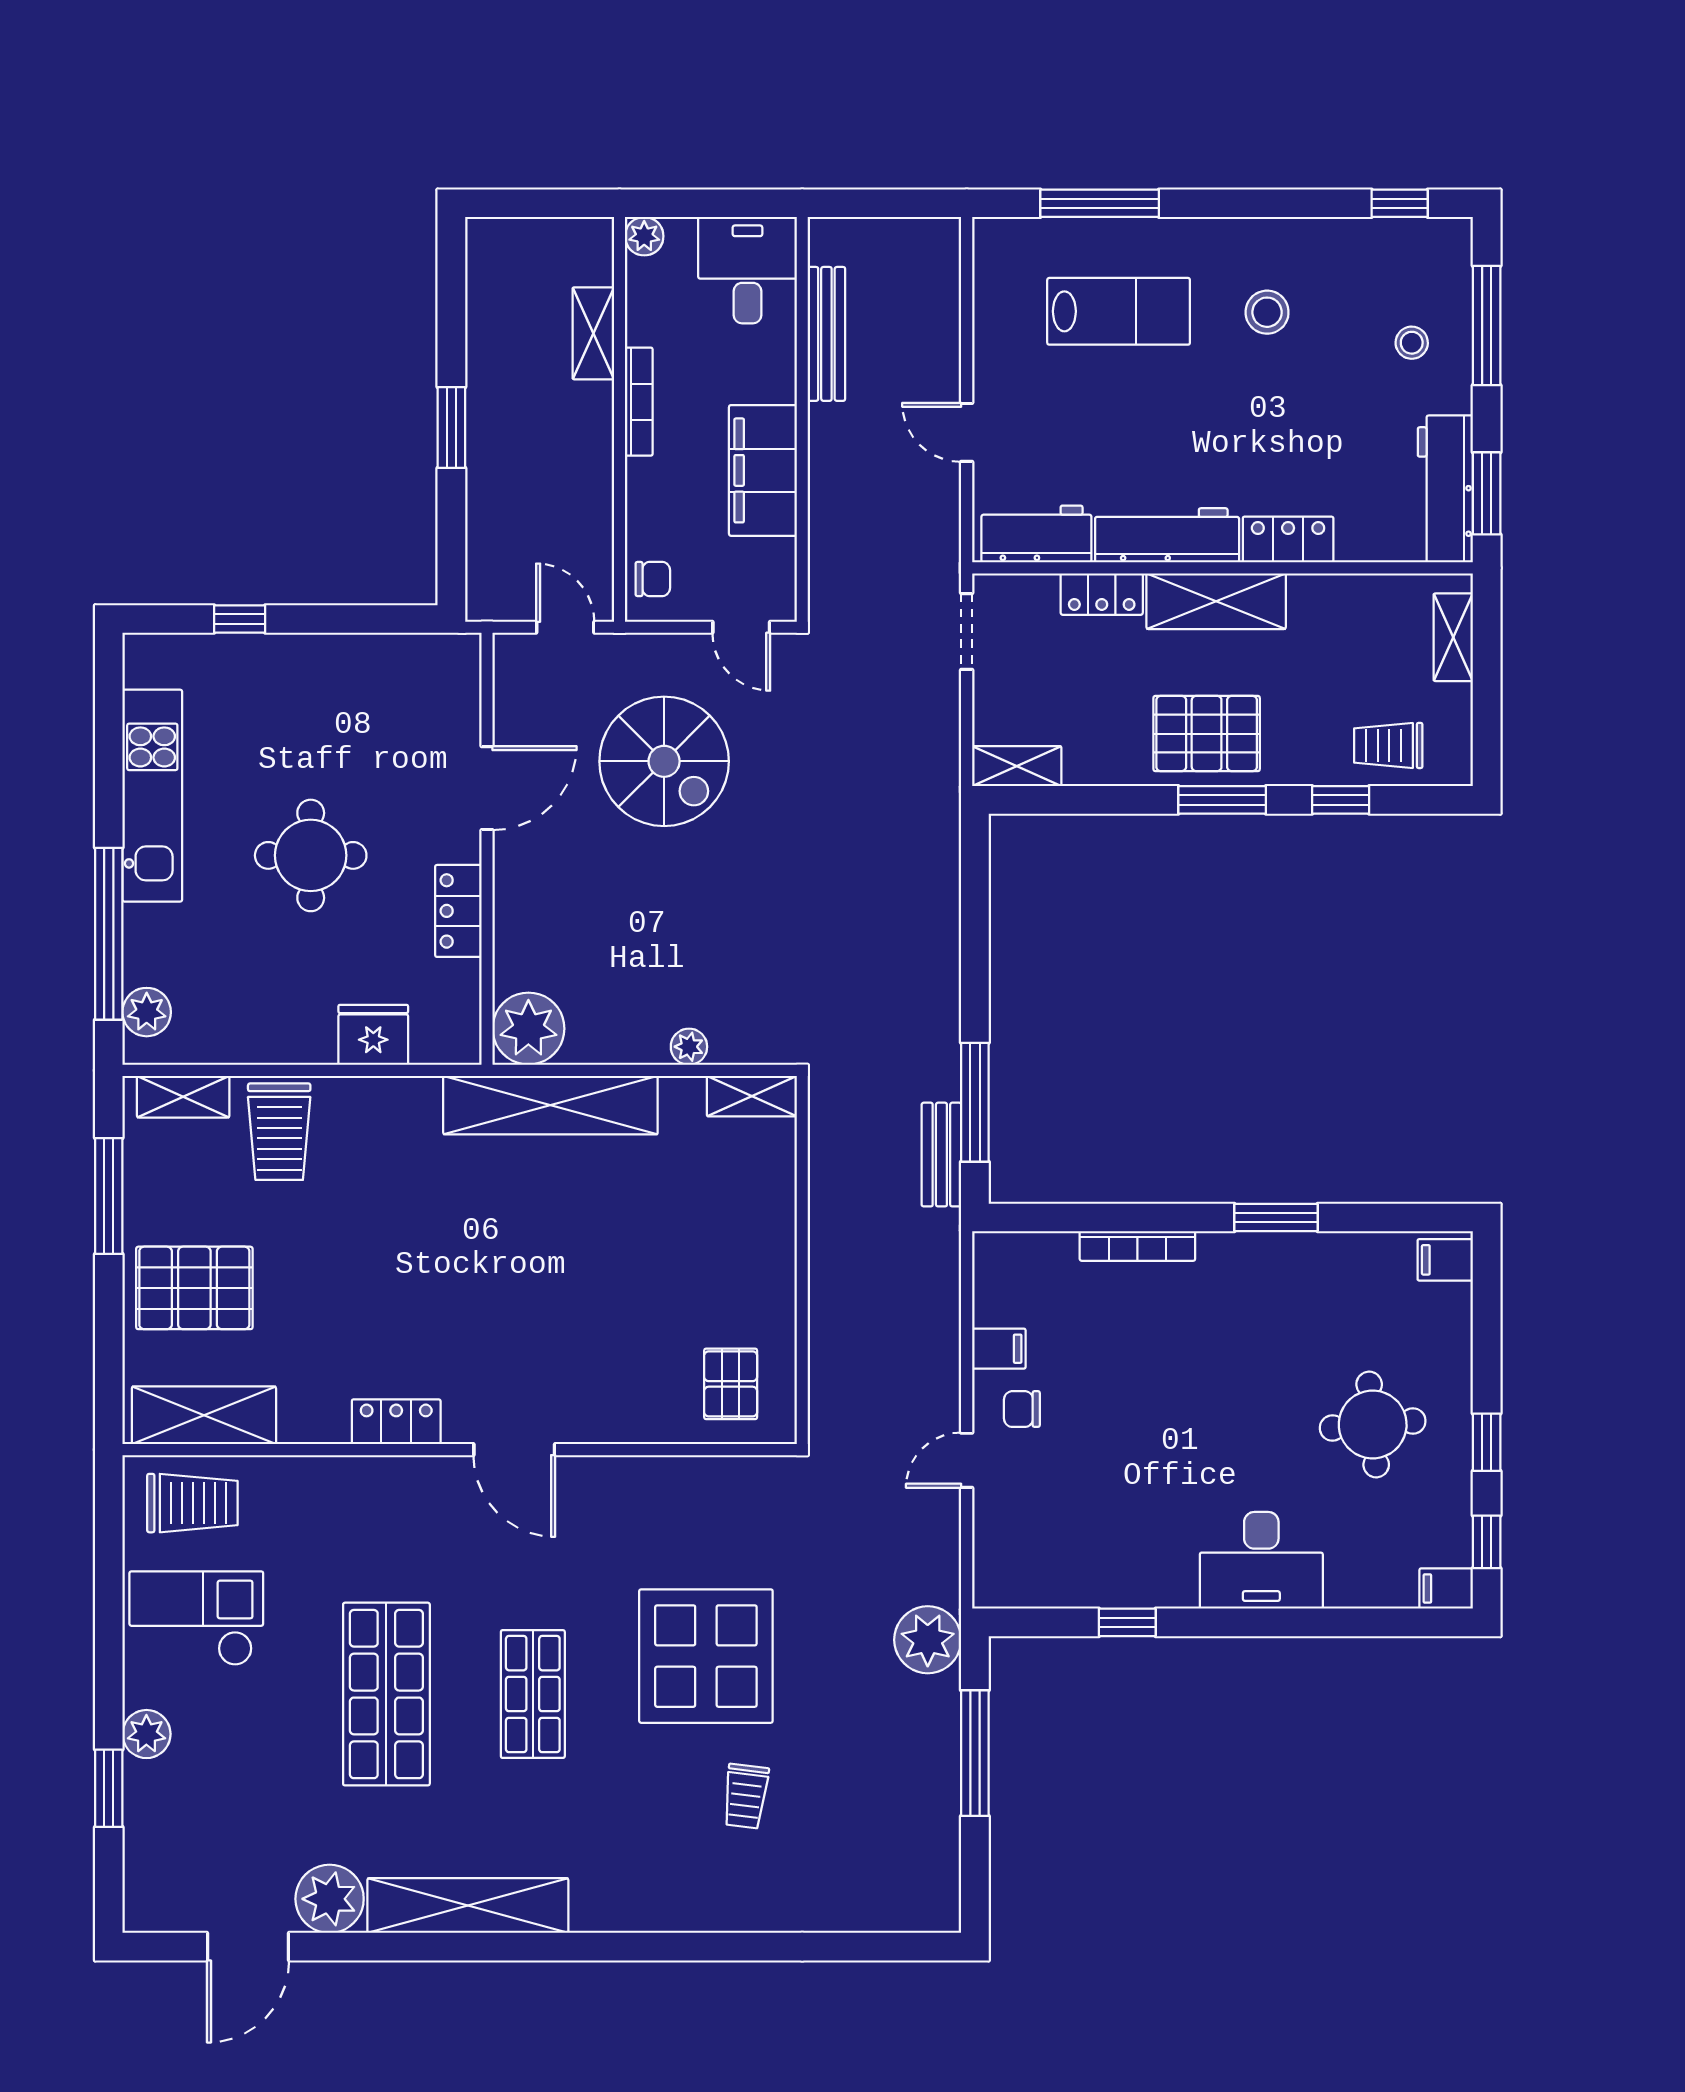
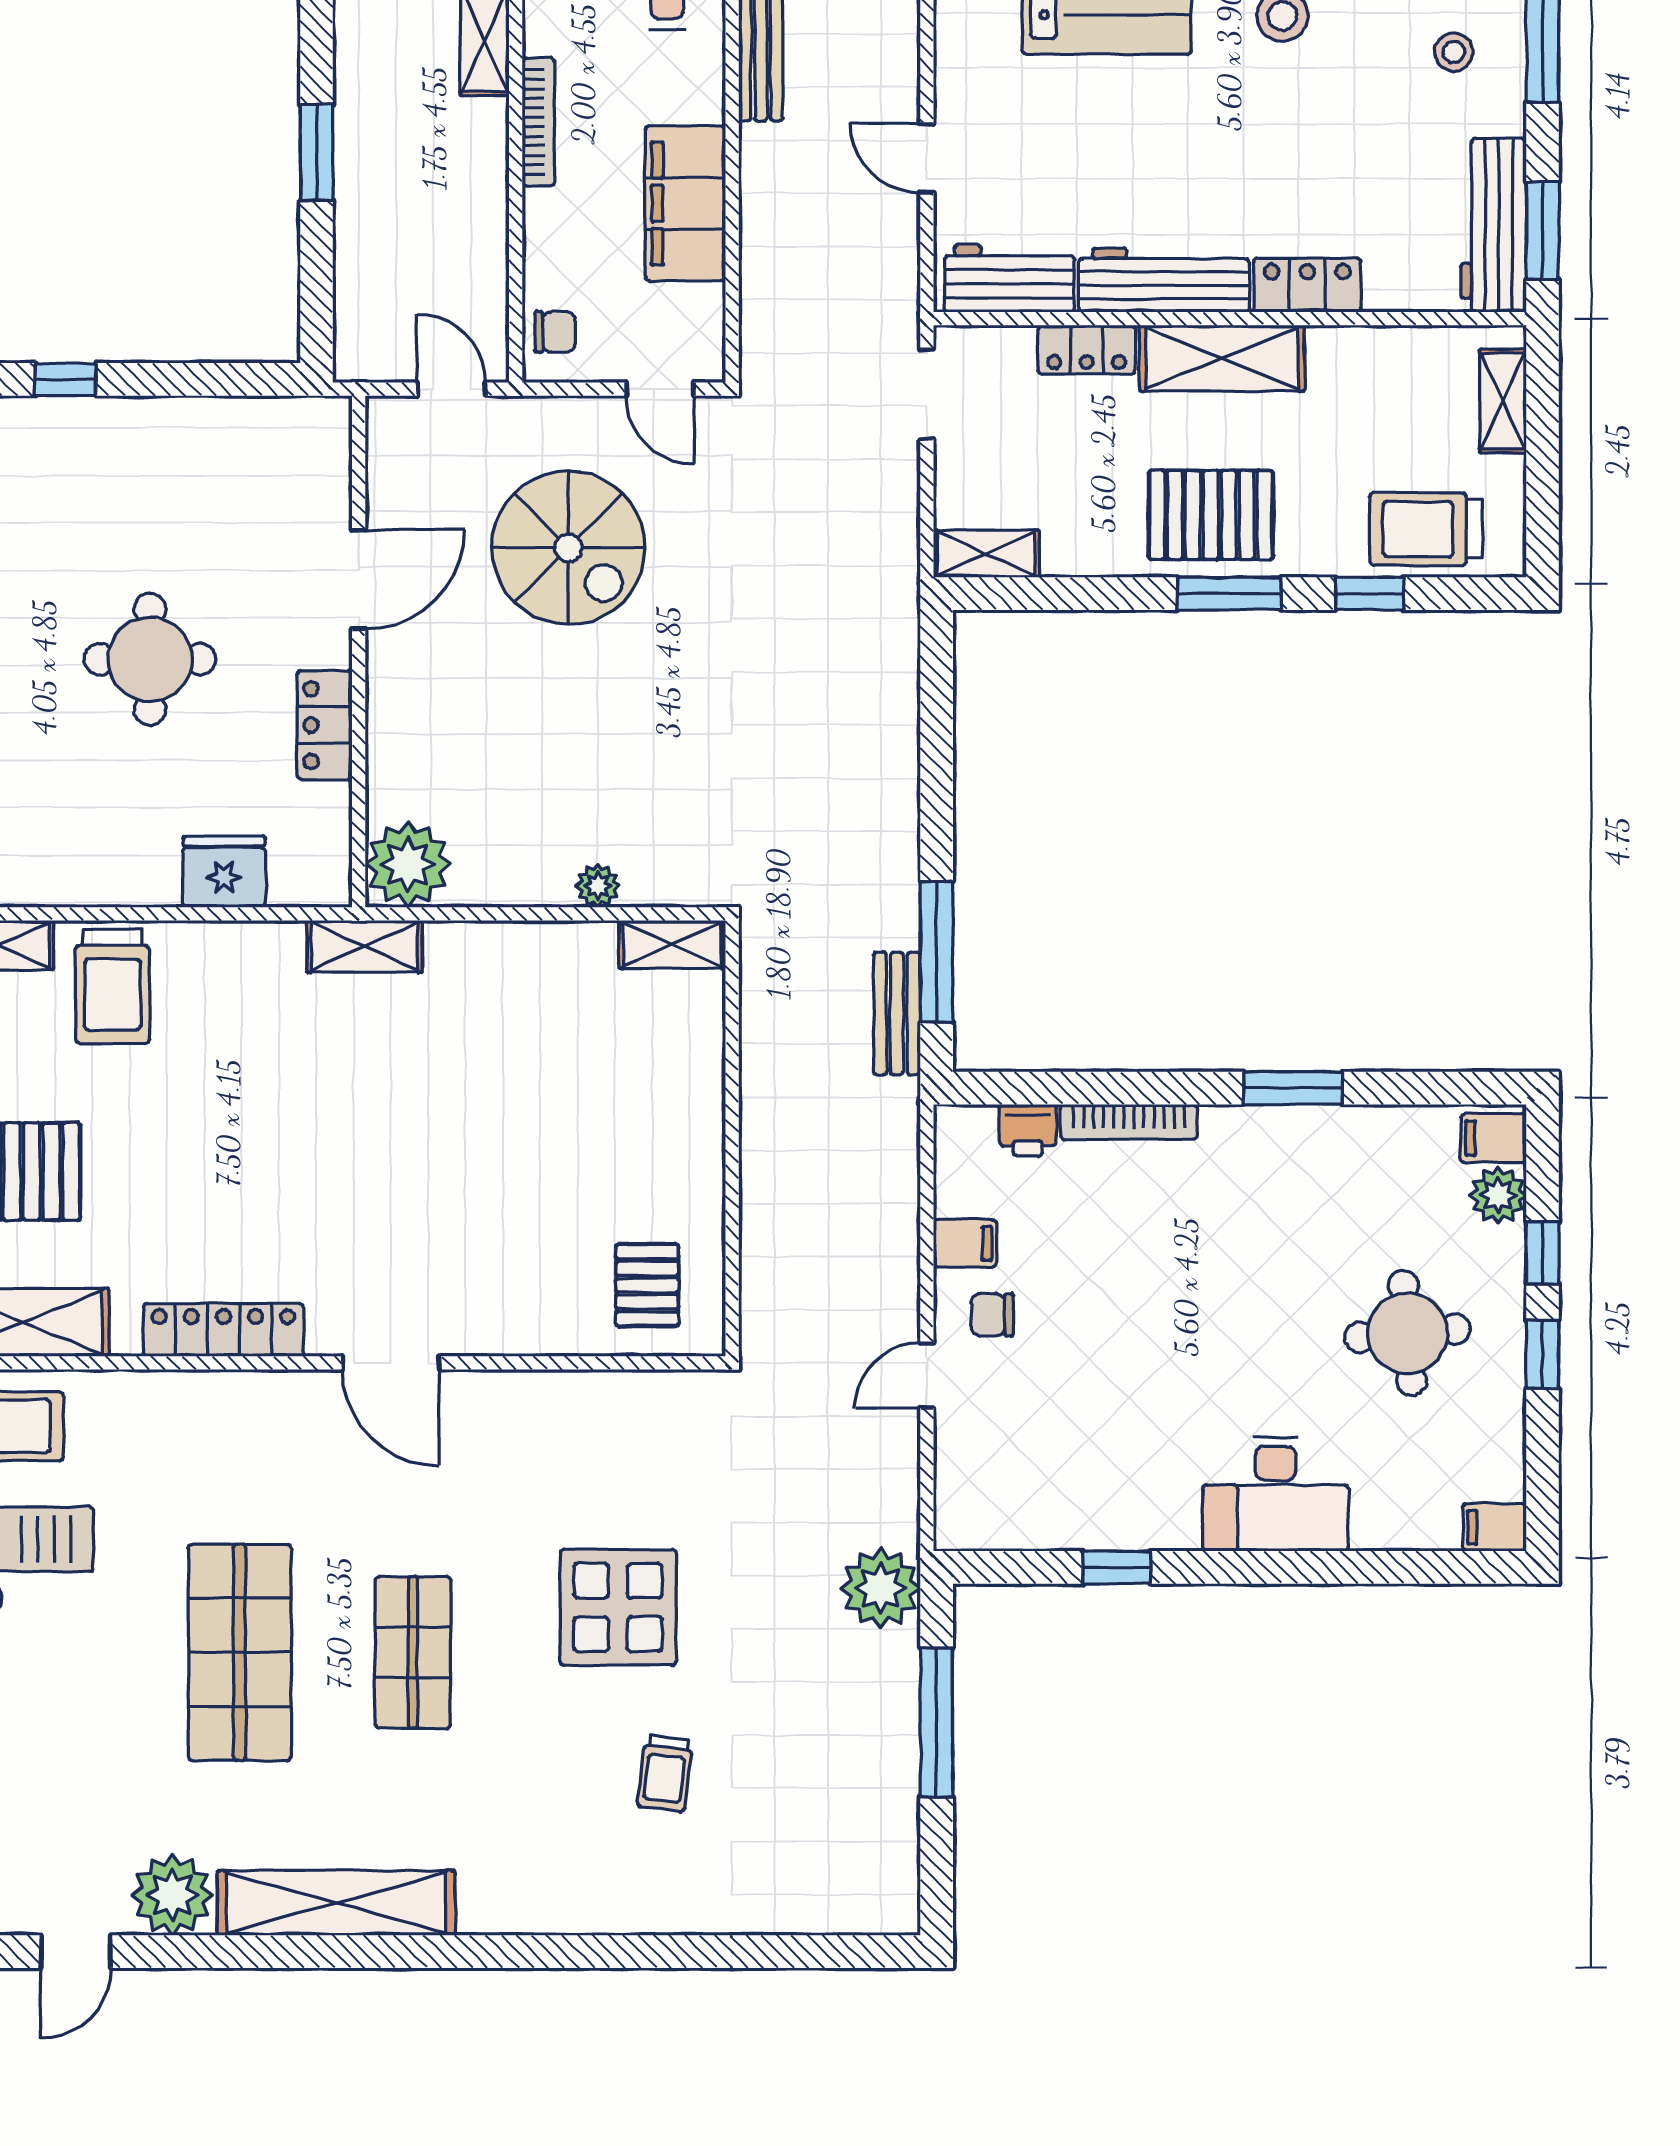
trolley: (1388, 745) -> (1426, 529), width x1.36, depth x1.39
shelving: (550, 1105) -> (365, 946), width x0.45, depth x0.75
printer: (1052, 1253) -> (1028, 1130), added
plant: (1449, 1308) -> (1498, 1195), added
locker: (396, 1422) -> (223, 1330), width x1.53
window: (1487, 1542) -> (1542, 1253), moved
display table: (706, 1656) -> (618, 1607), width x0.73, depth x0.73
door: (248, 1947) -> (76, 1952), width x0.73

